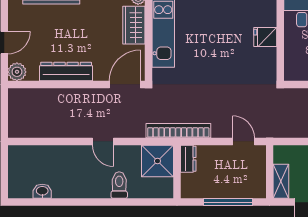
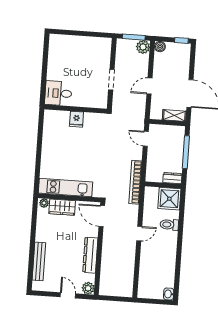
door: (244, 141) -> (146, 139), hinge flipped
dresser: (188, 159) -> (172, 178), moved
shower: (157, 161) -> (169, 199), moved
washbasin: (42, 191) -> (169, 294), moved

